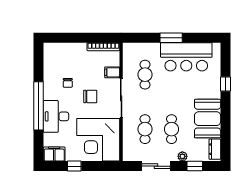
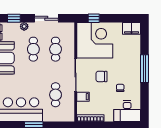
window: (39, 106) -> (145, 69), width x0.68
desk: (56, 116) -> (127, 111), moved, turned 90
window: (74, 166) -> (94, 18), moved

